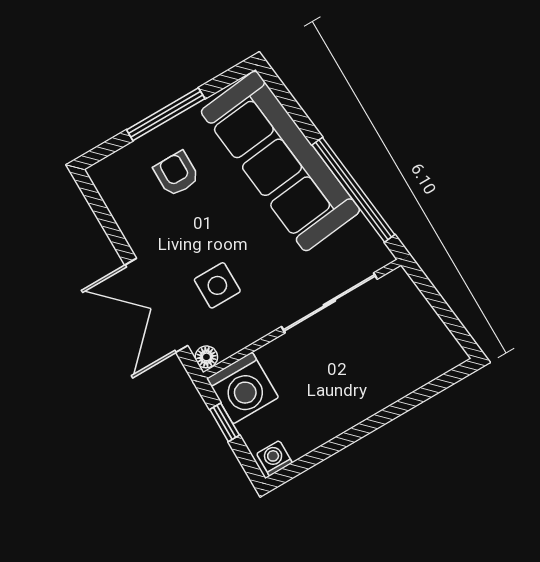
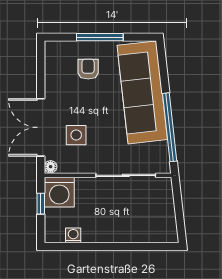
washing machine: (274, 458) -> (73, 235), moved

